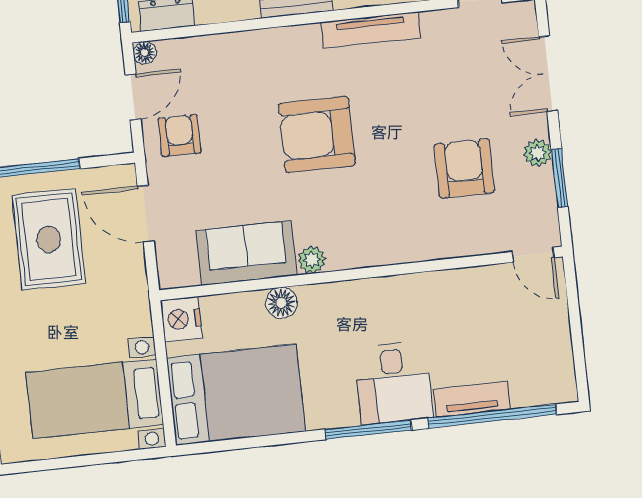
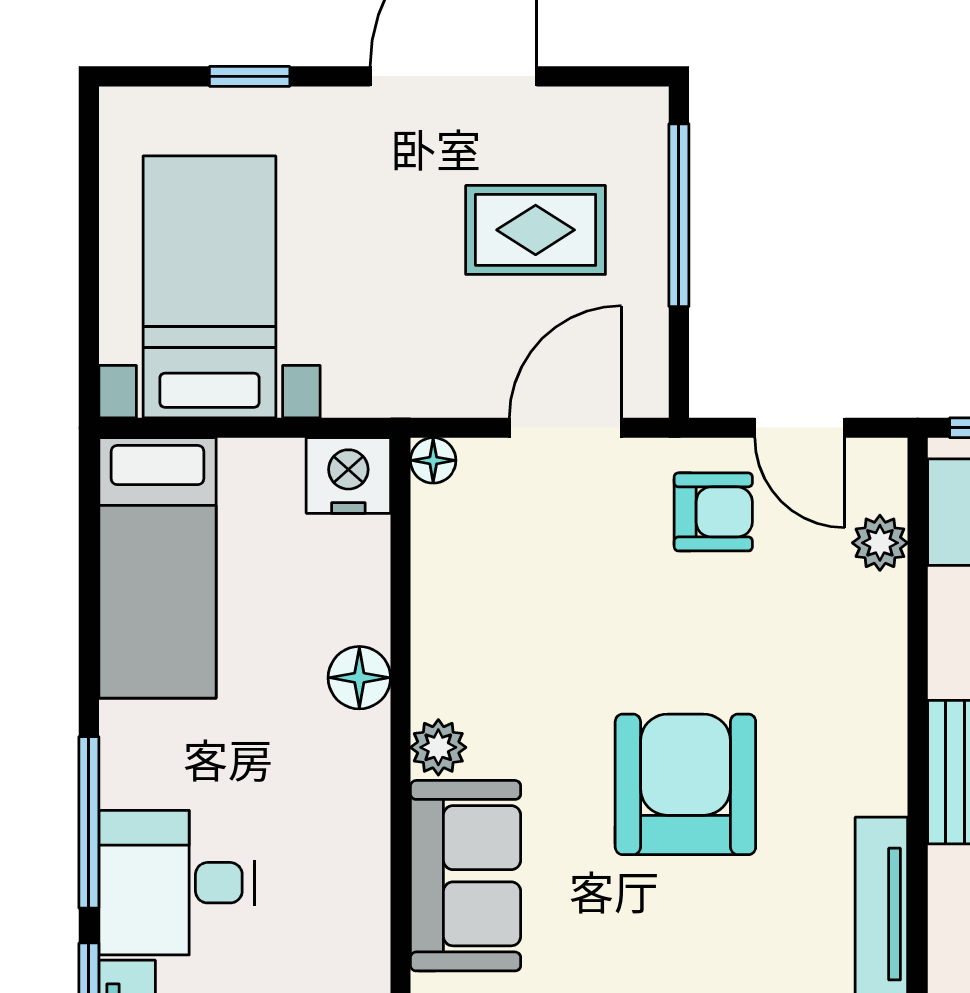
plant: (186, 51) -> (880, 543), added
floor lamp: (145, 53) -> (433, 460), moved
rug: (49, 239) -> (536, 230), width x0.73, depth x0.70
sofa: (246, 253) -> (466, 876), moved
bed: (236, 395) -> (157, 568), width x0.67

